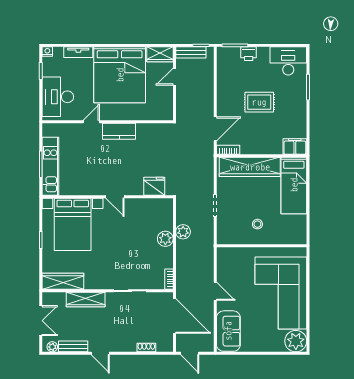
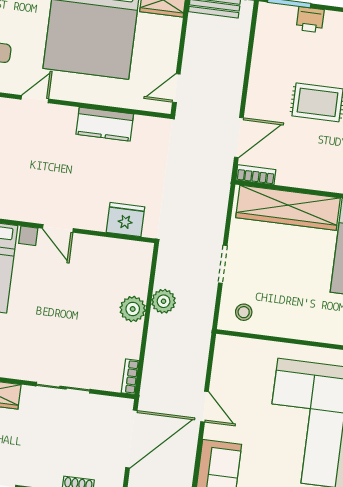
door: (174, 77) -> (176, 88), moved
kitchen counter: (119, 131) -> (105, 124), moved
stool: (257, 224) -> (244, 312), moved
door: (174, 316) -> (131, 439), hinge flipped

